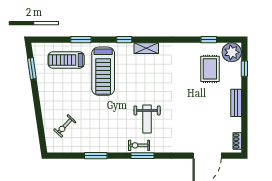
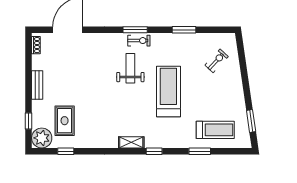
treadmill: (103, 71) -> (168, 91), moved

